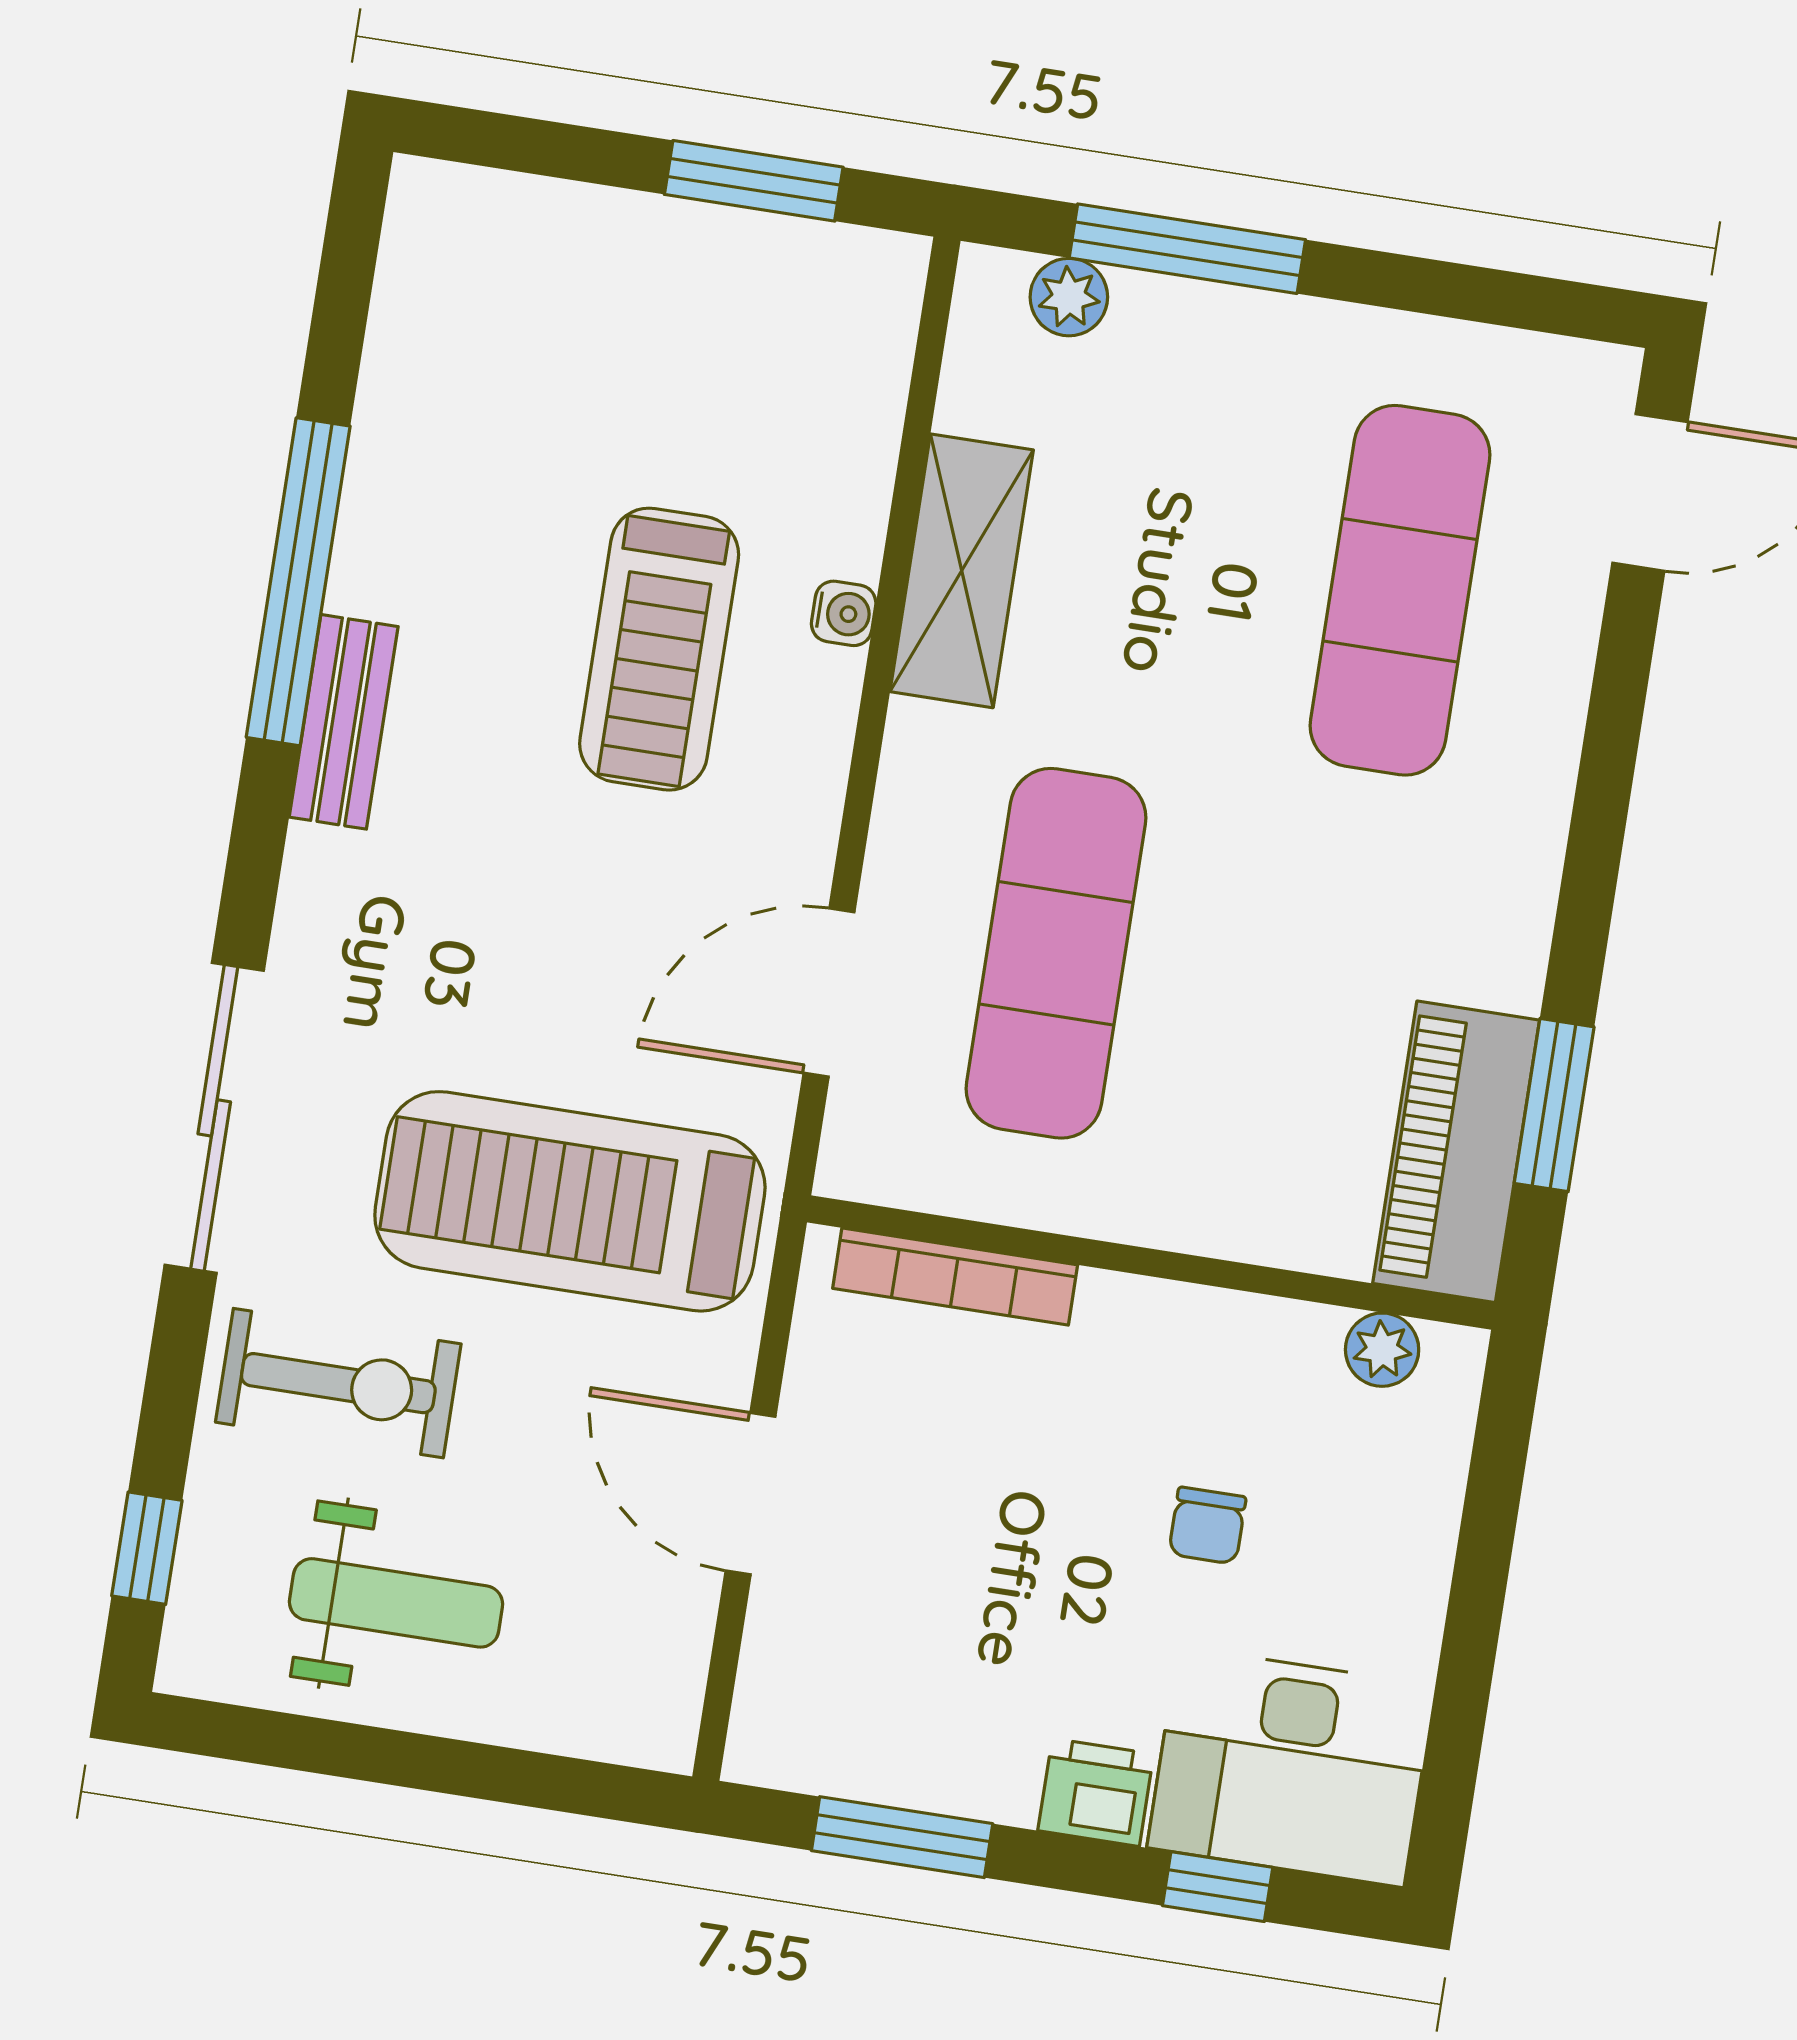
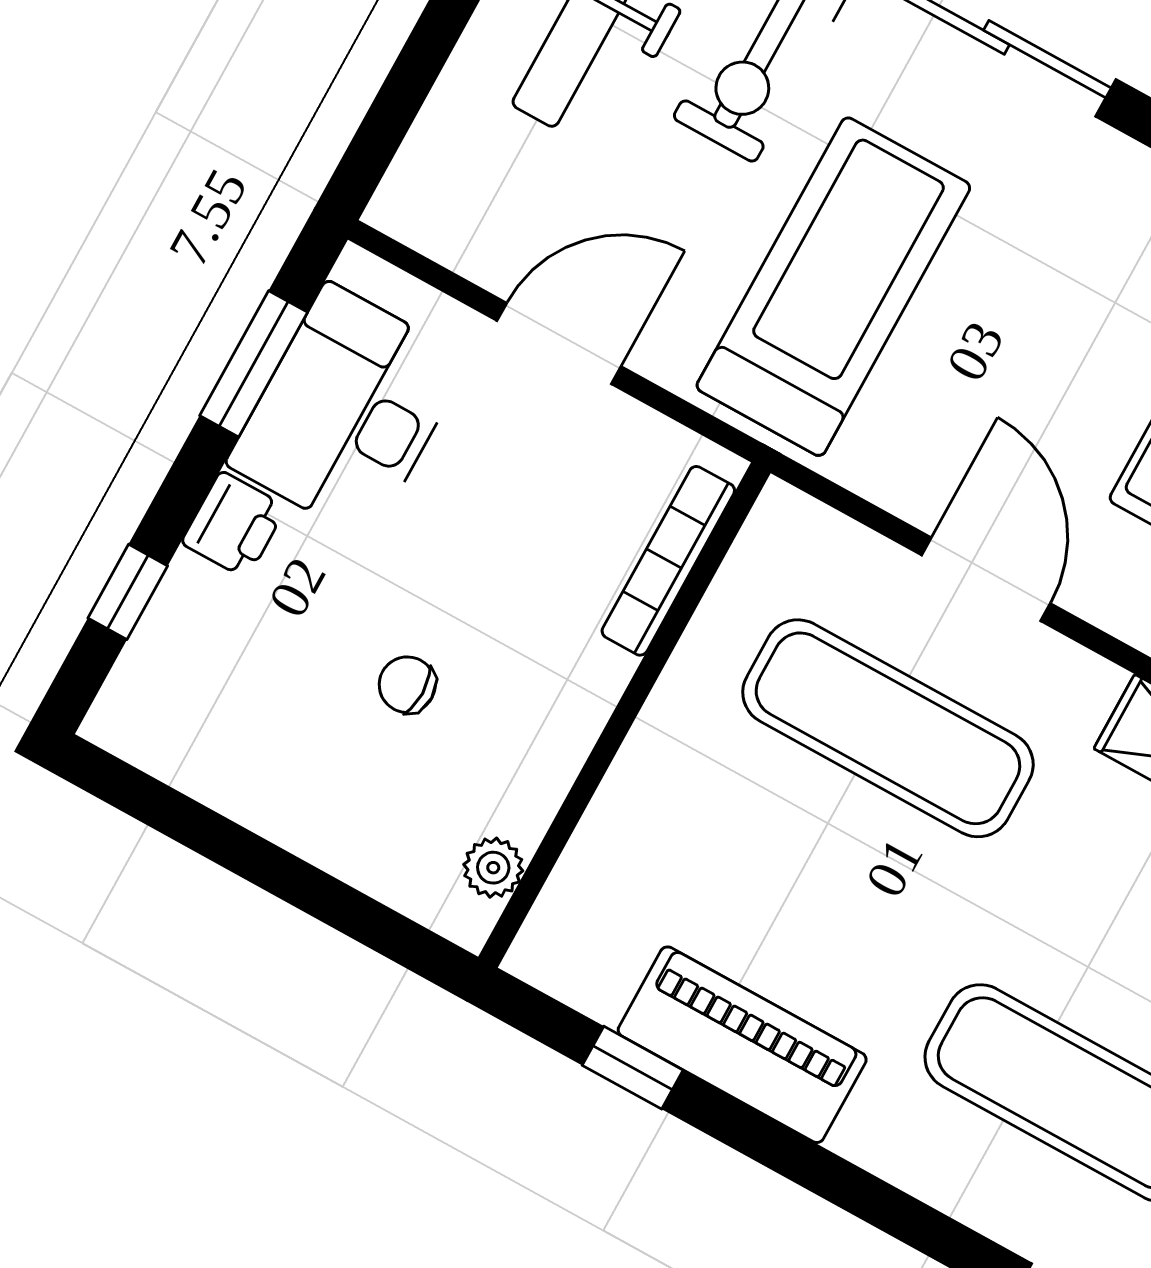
door: (829, 993) -> (986, 579), moved
window: (1554, 1105) -> (633, 1068), width x0.67
piano: (1456, 1152) -> (742, 1045), moved
desk: (1291, 1767) -> (348, 412), moved

